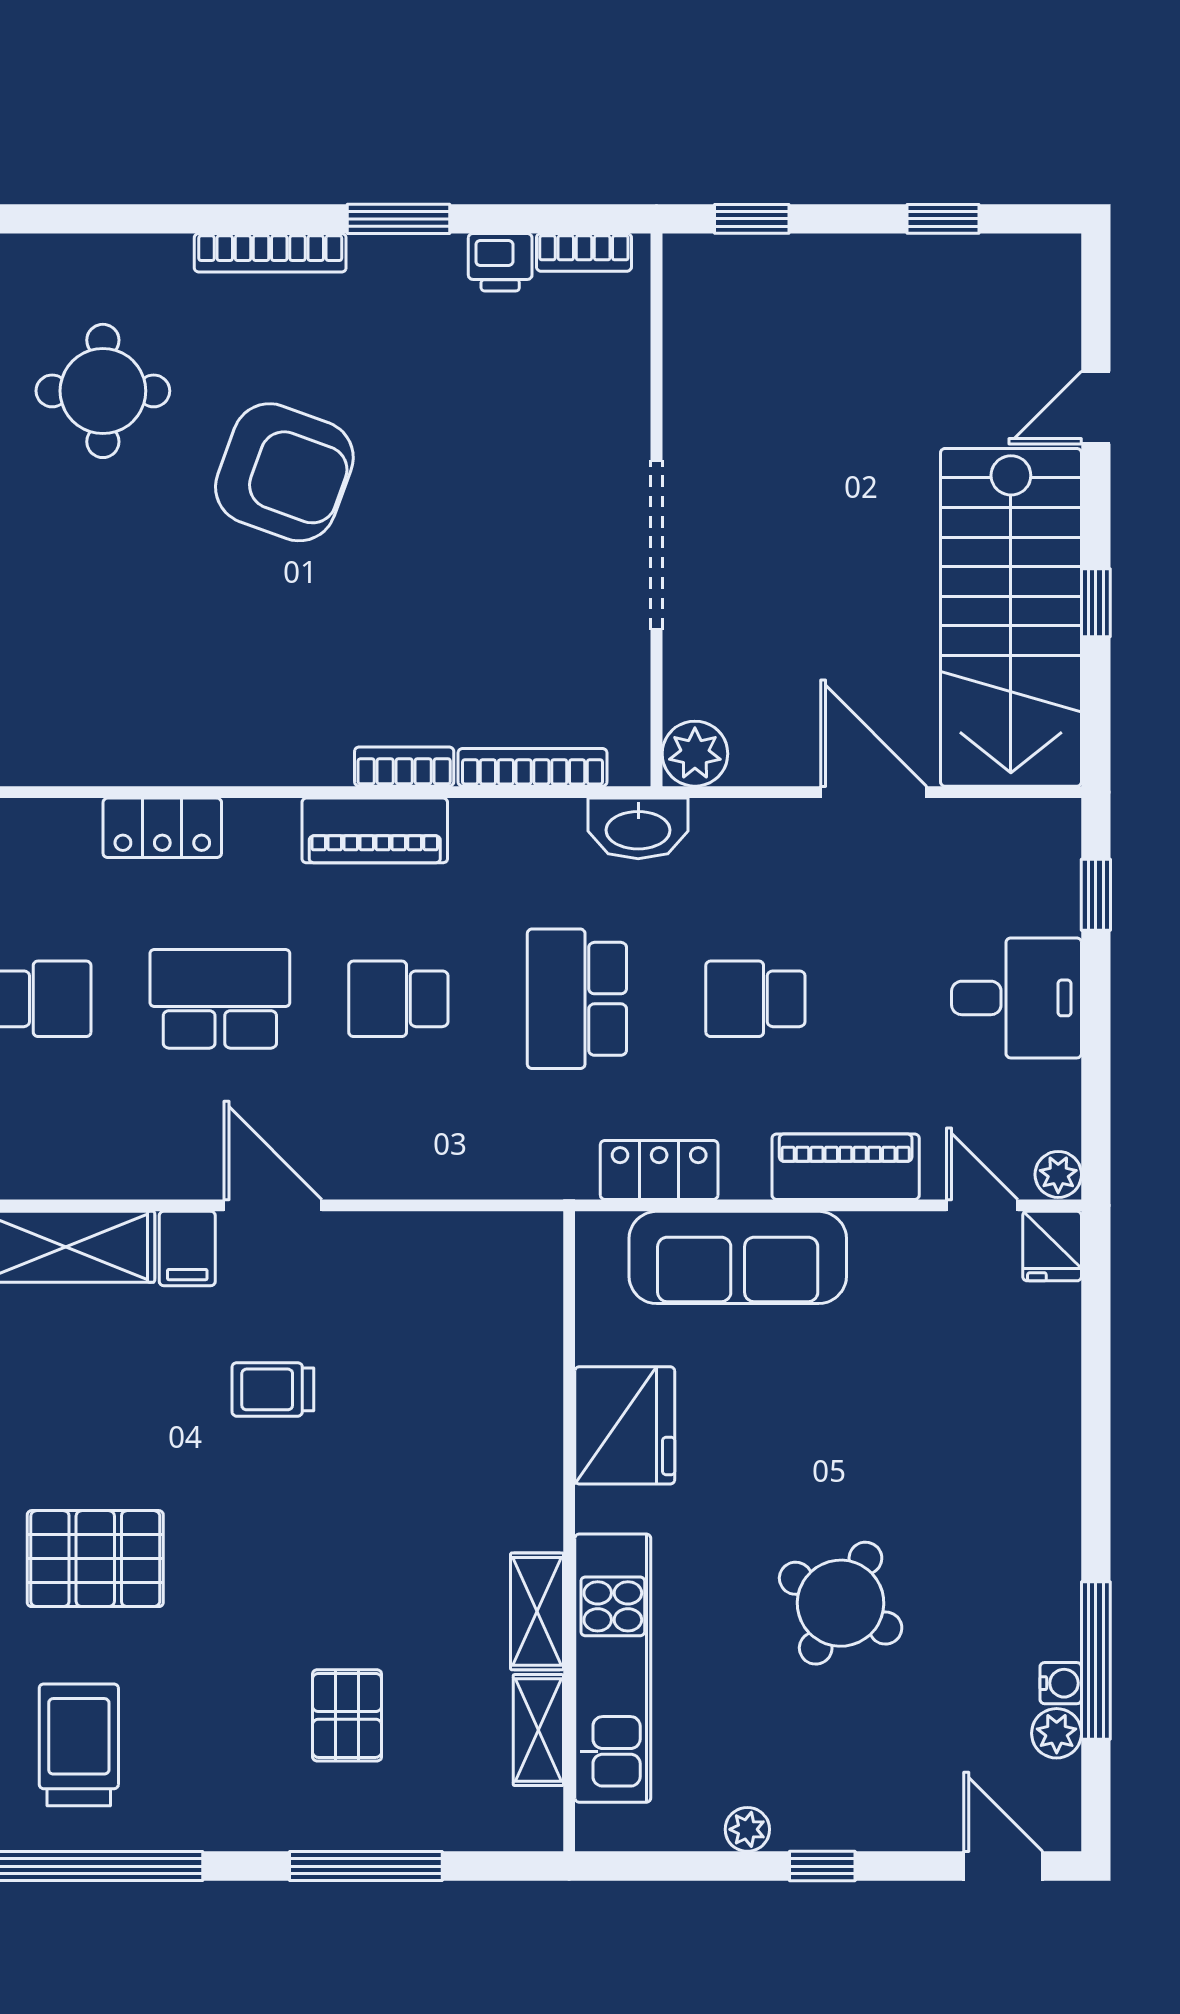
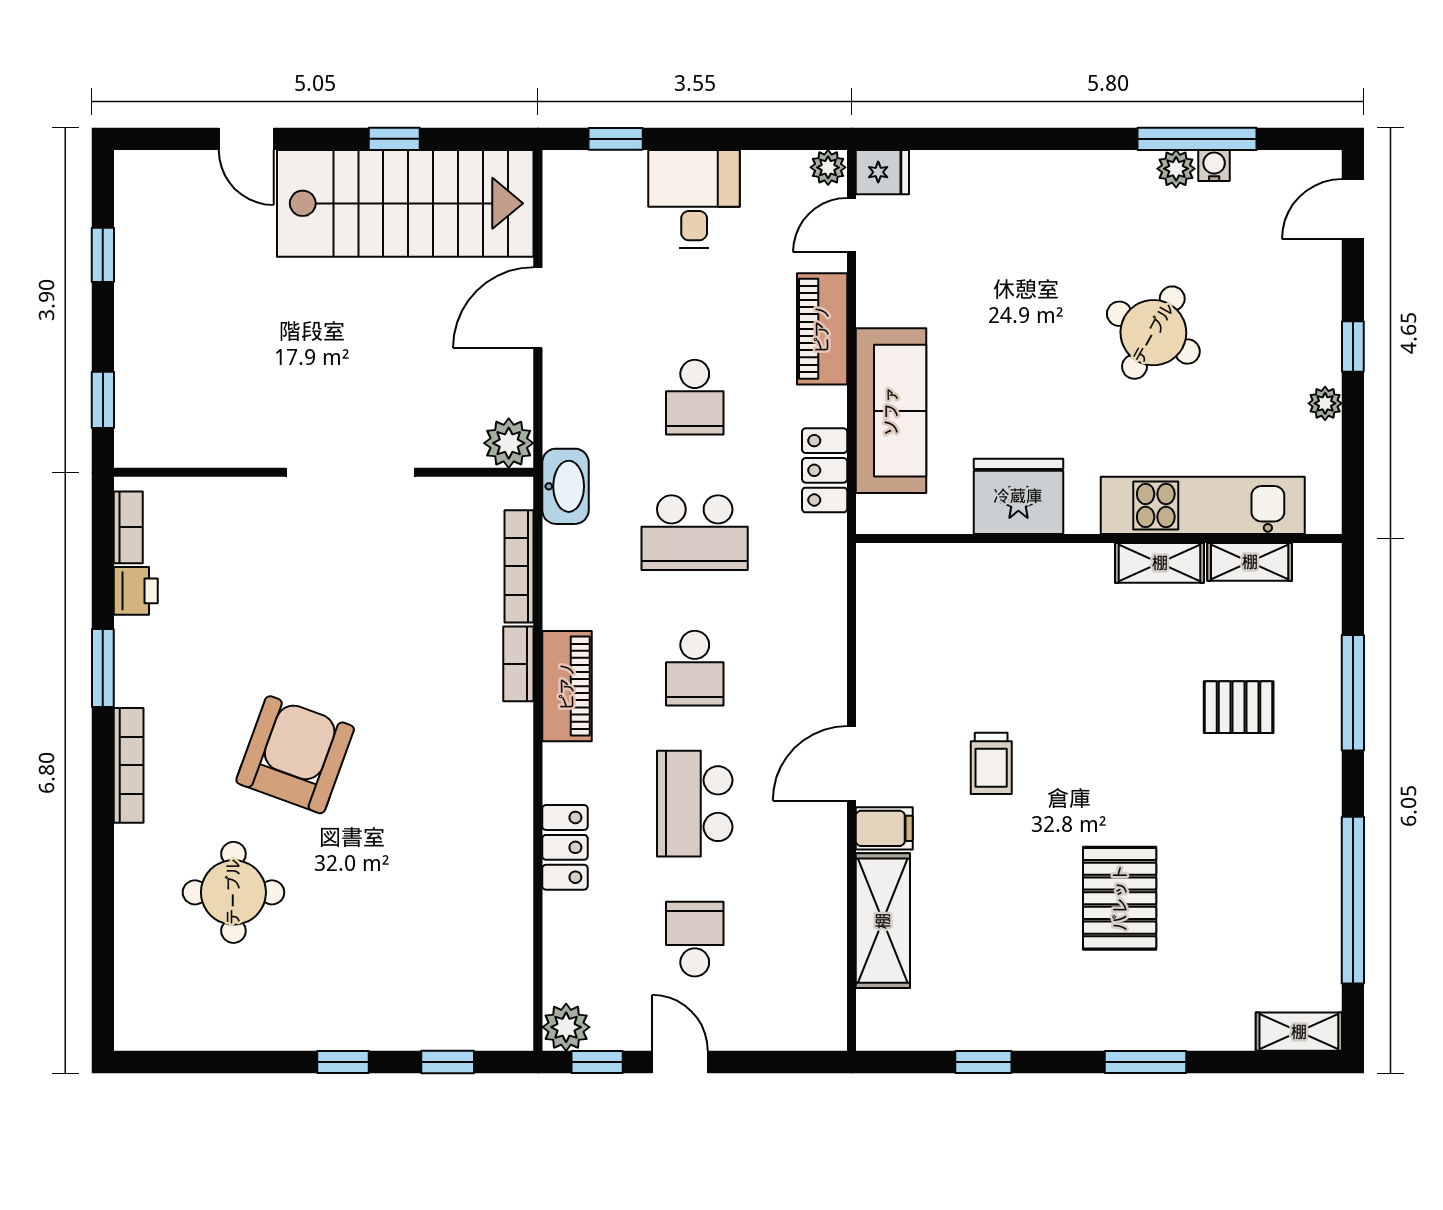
plant: (1057, 1733) -> (1176, 169), moved
trolley: (79, 1745) -> (1261, 911), removed

